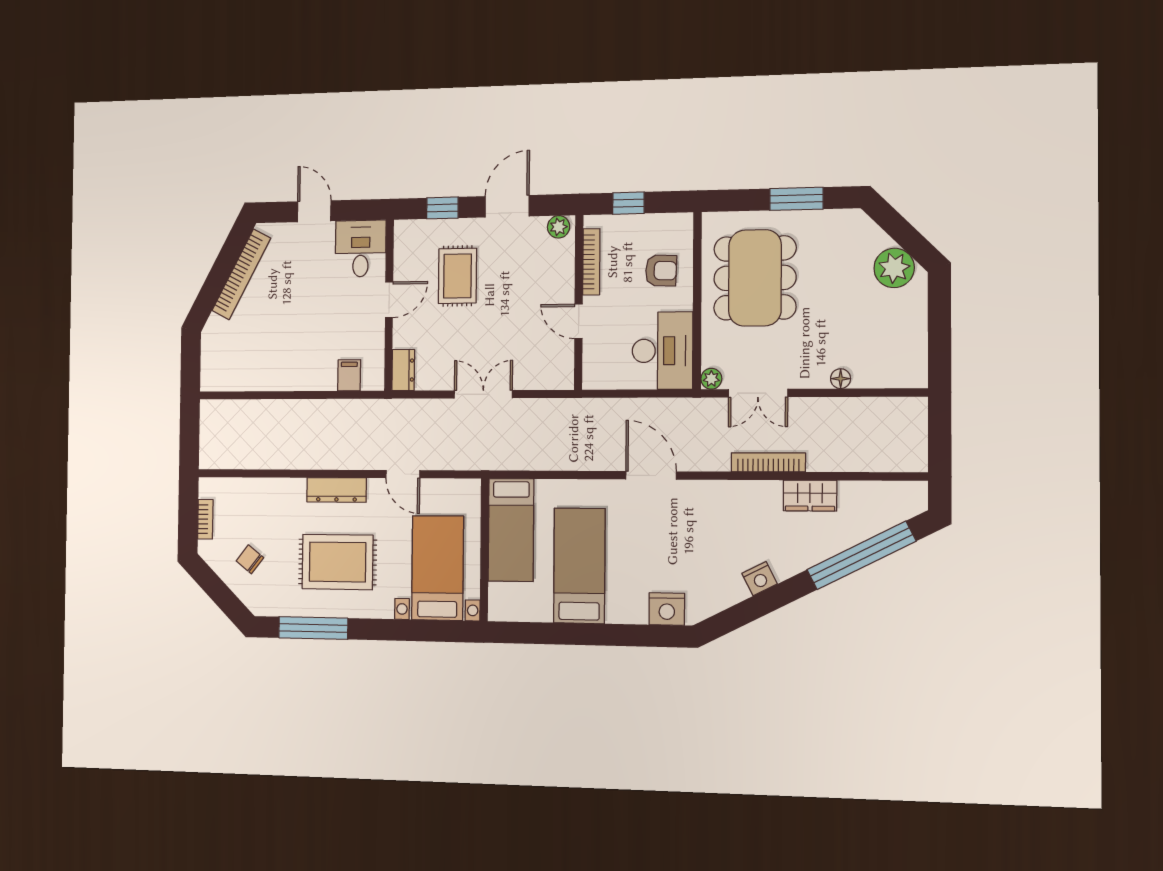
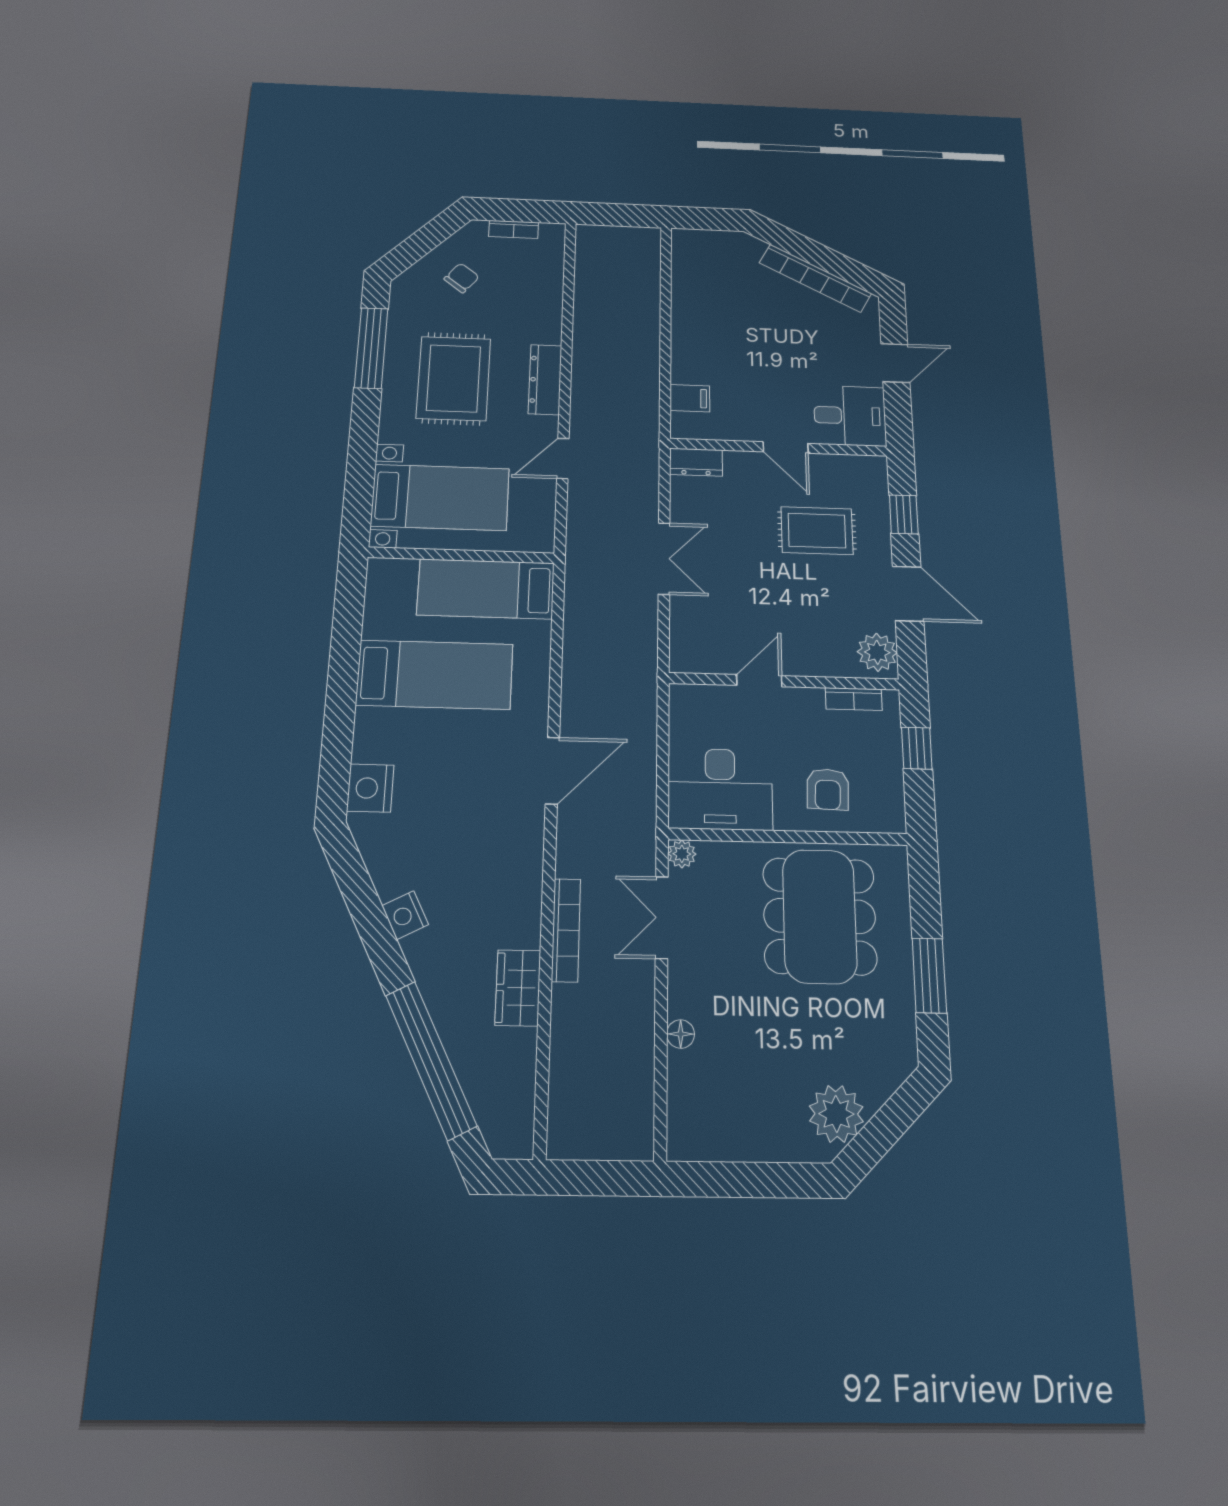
plant: (559, 227) -> (877, 652), width x1.38, depth x1.38
bookcase: (591, 262) -> (854, 699), width x0.64
dining table: (755, 278) -> (820, 916), turned 90

